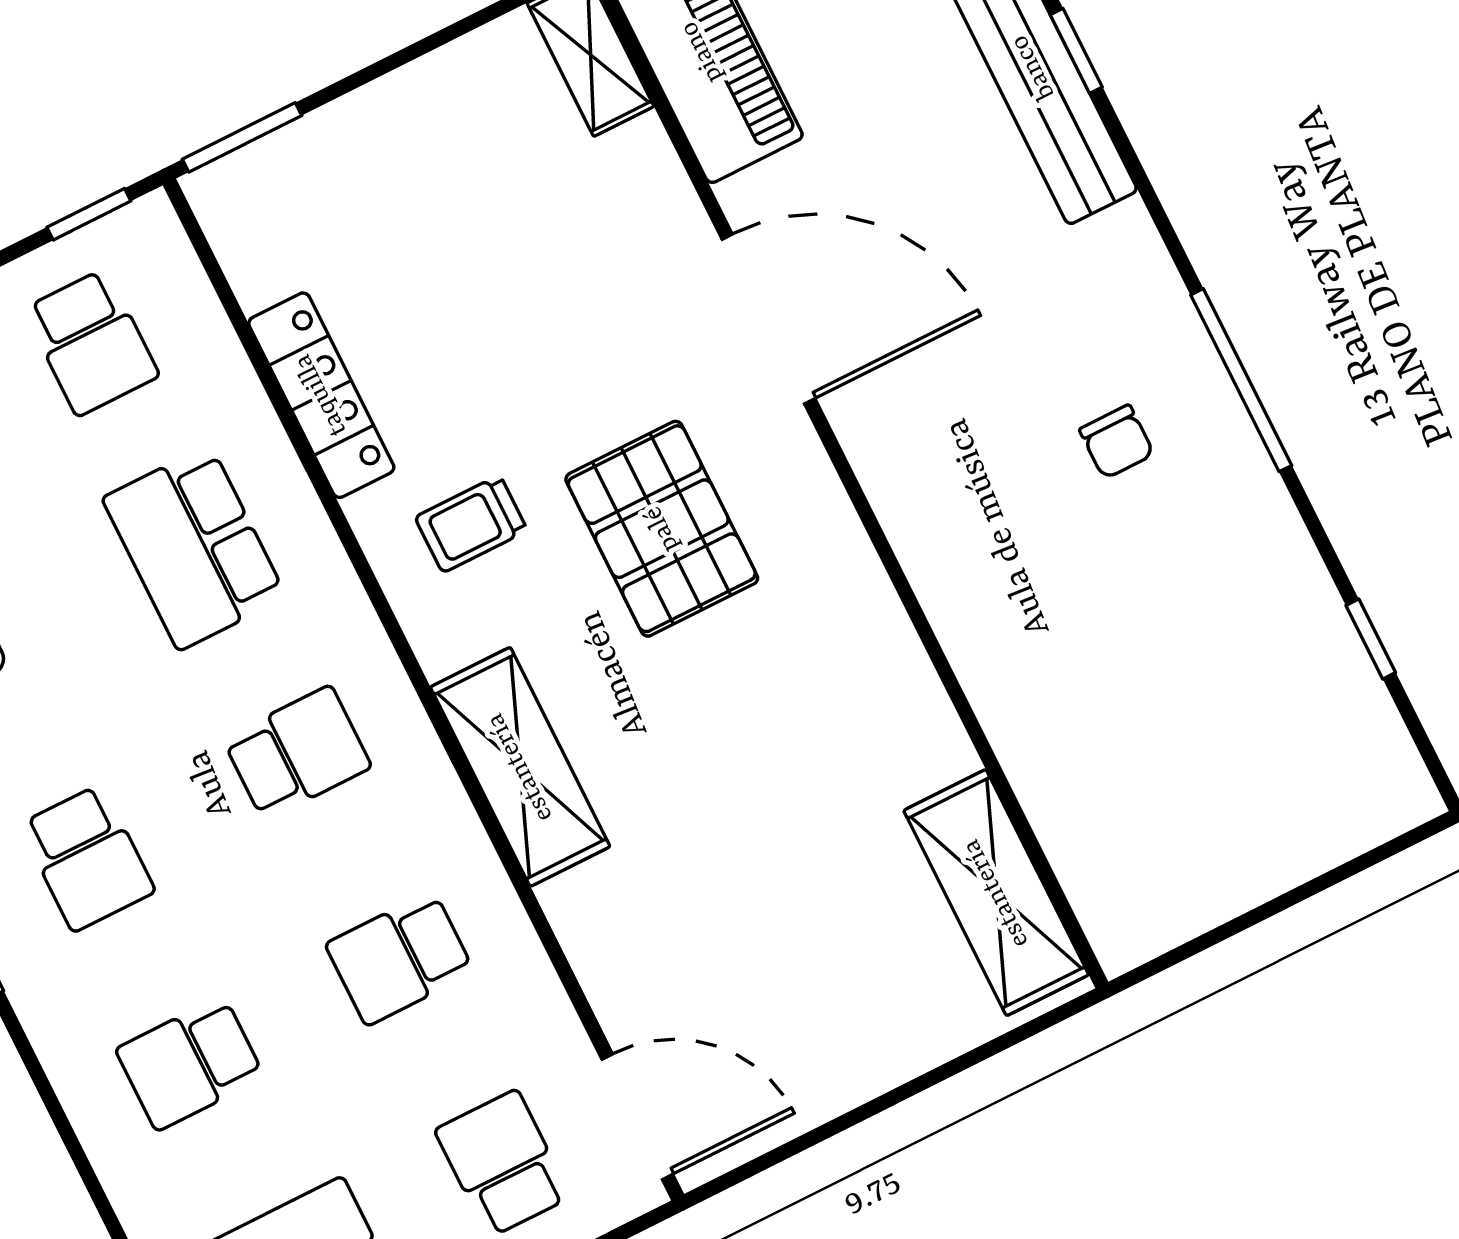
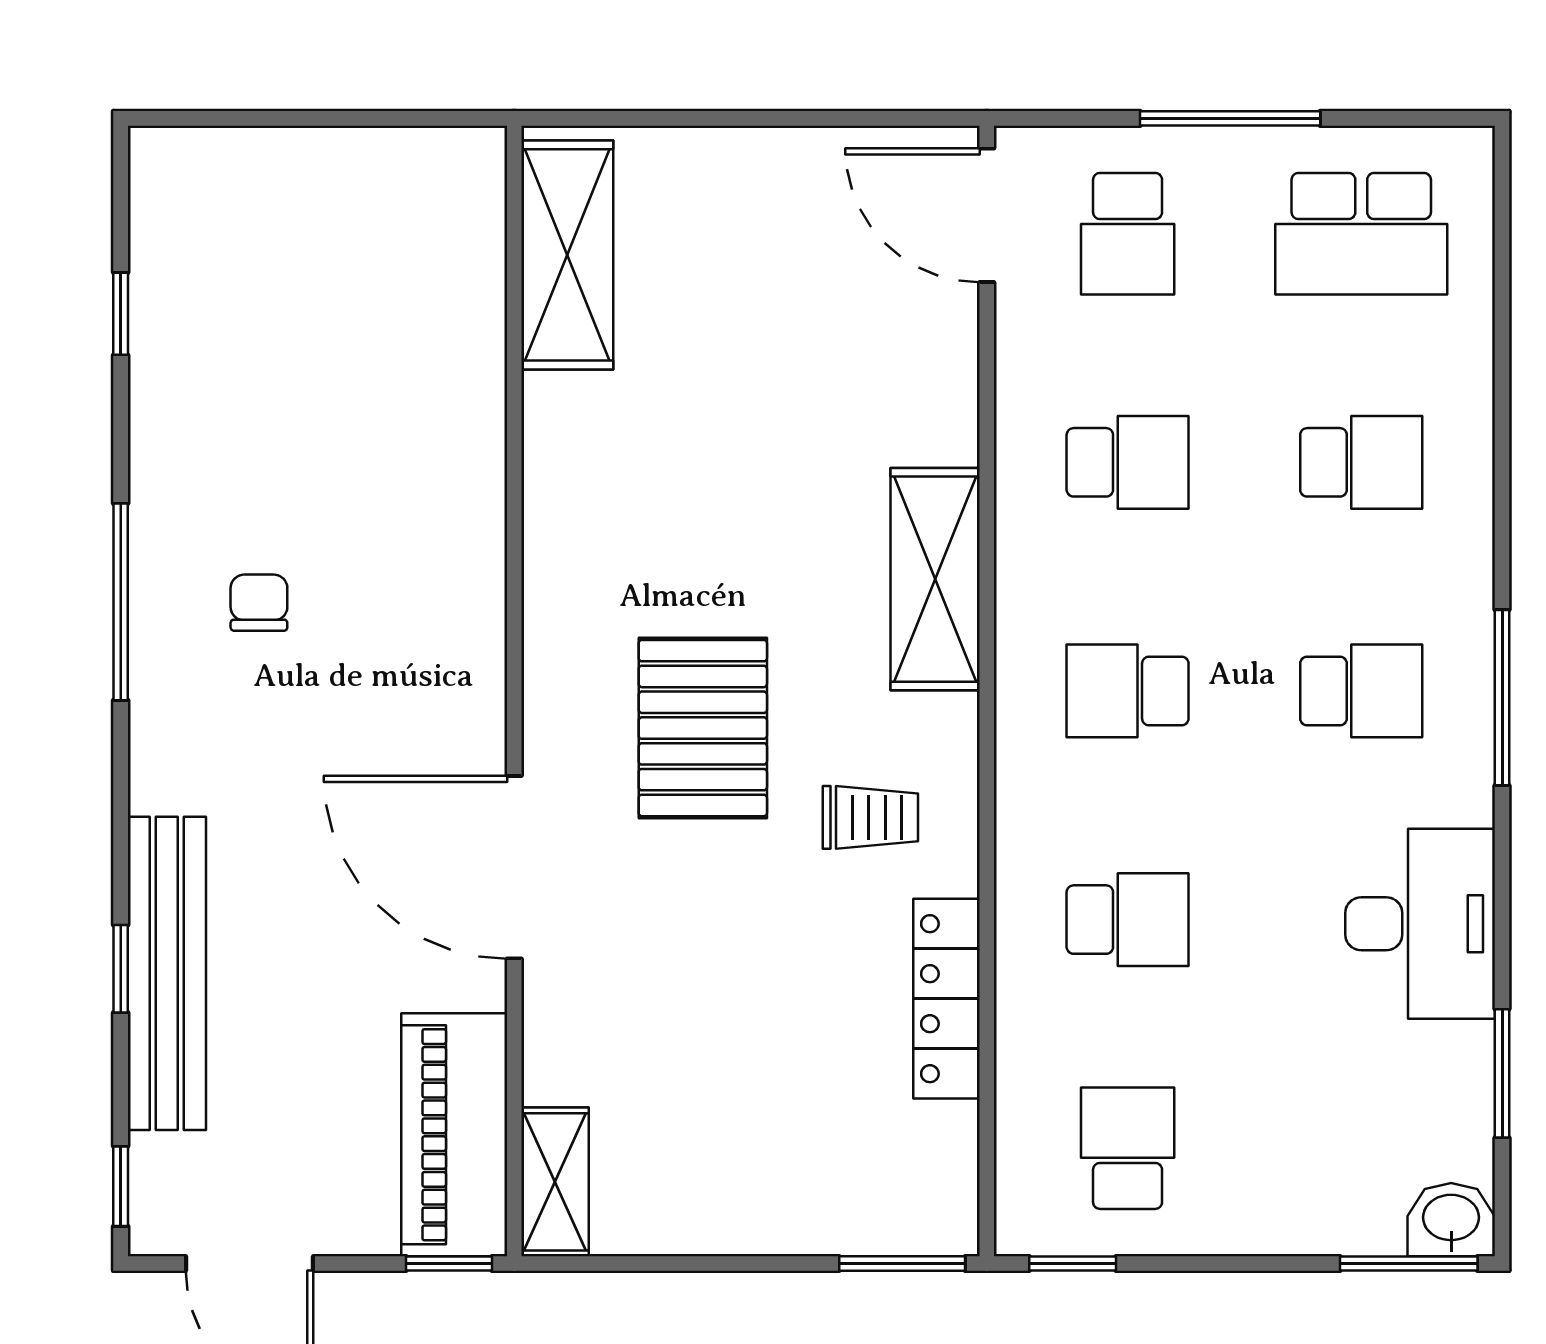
school desk: (194, 548) -> (1128, 920), width x0.54
school desk: (87, 858) -> (1361, 691), turned 90

